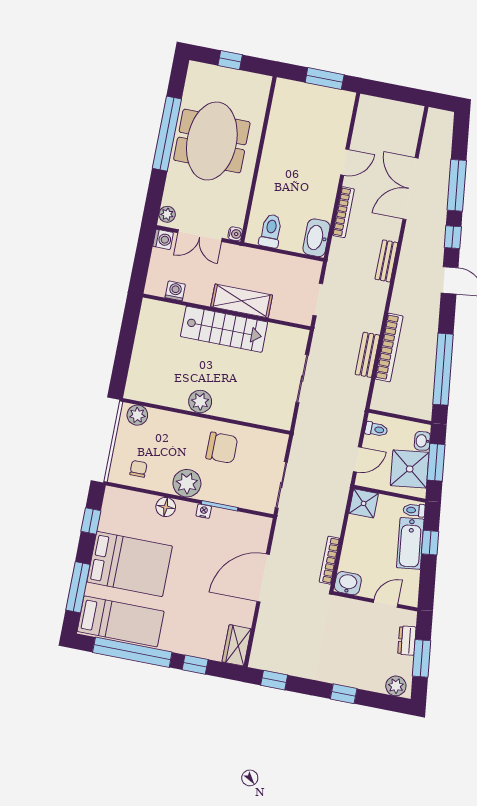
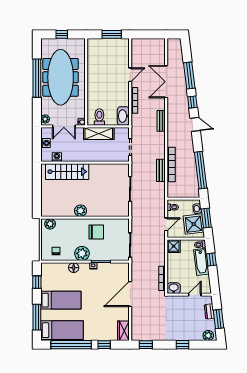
meeting table: (212, 141) -> (61, 77), width x1.36
washing machine: (163, 239) -> (46, 143), moved
shelving: (242, 301) -> (99, 134), moved
stairs: (224, 329) -> (67, 172), moved
bed: (130, 564) -> (61, 300), width x0.67

